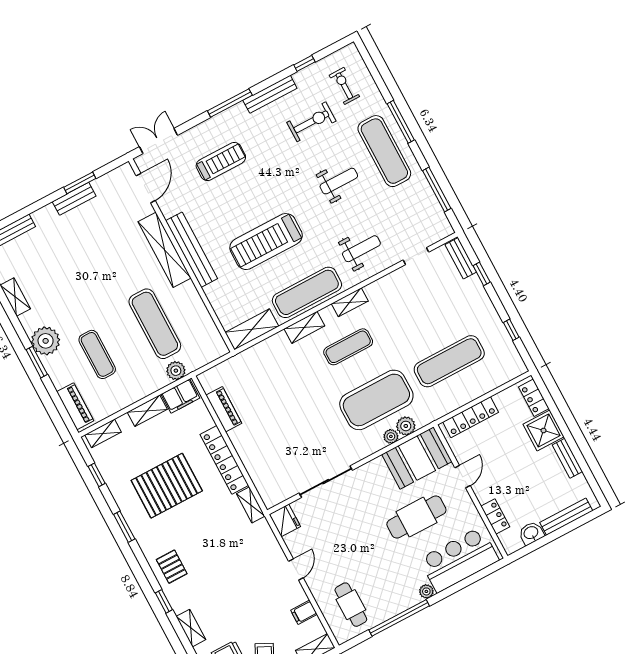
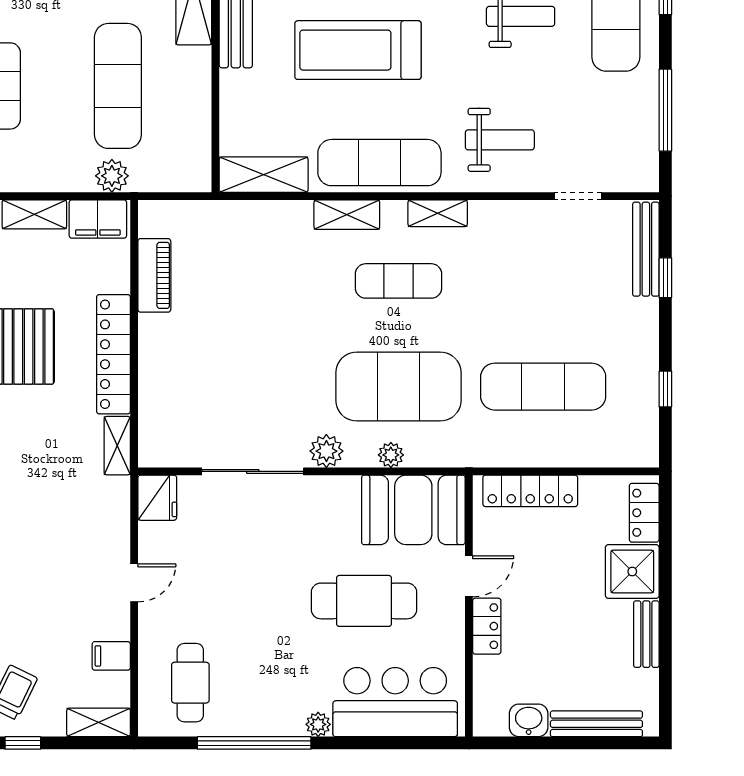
bench: (461, 258) -> (646, 249), width x1.36
plant: (406, 426) -> (326, 451), moved
locker: (495, 516) -> (487, 626), moved

